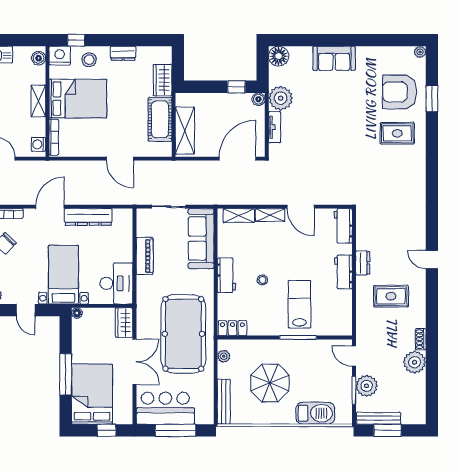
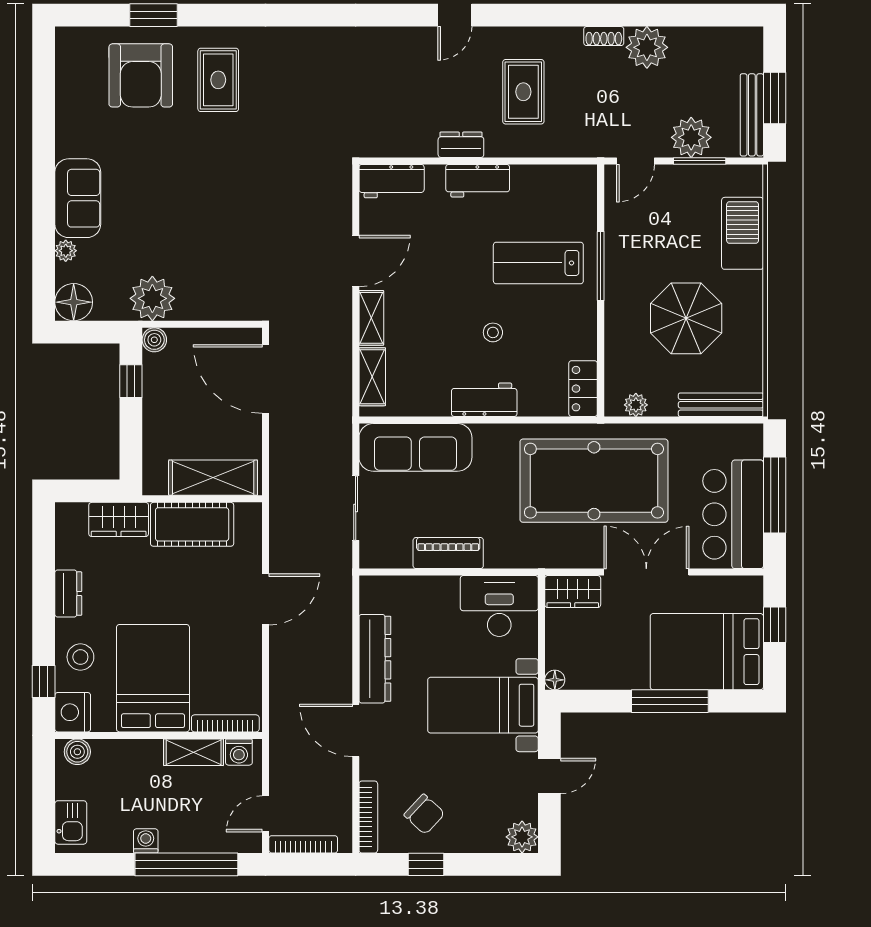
plant: (420, 52) -> (66, 251), moved
shelving: (38, 101) -> (194, 752), moved
tv unit: (275, 127) -> (207, 310), removed

